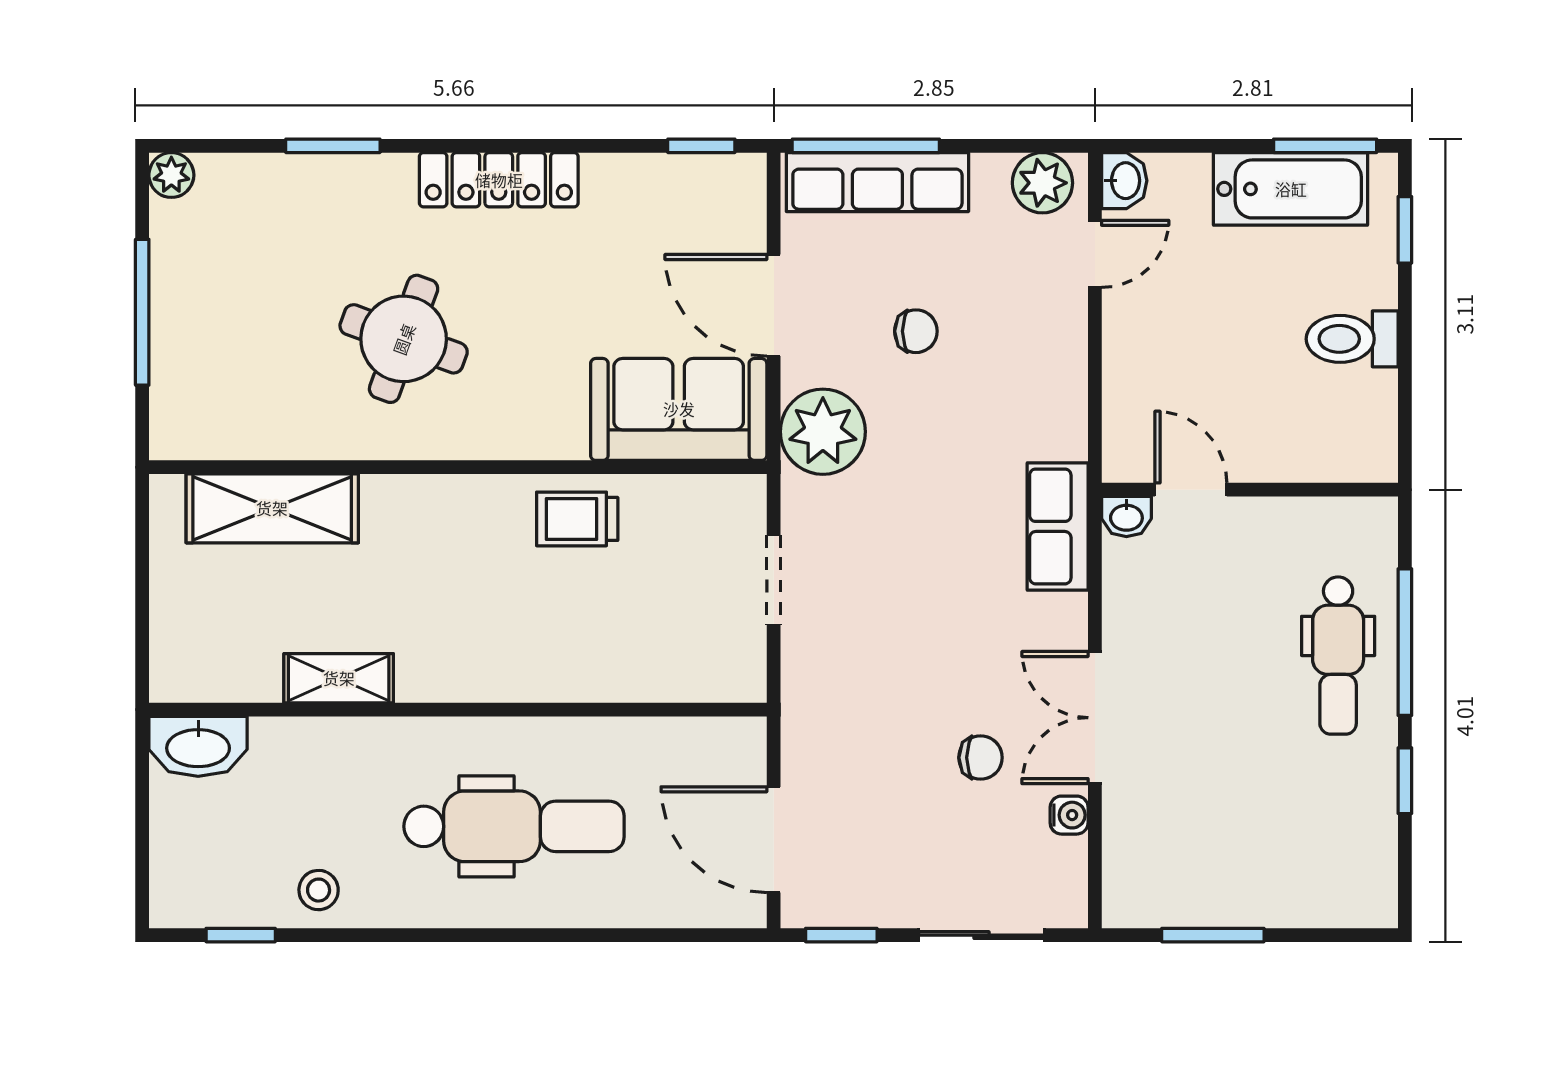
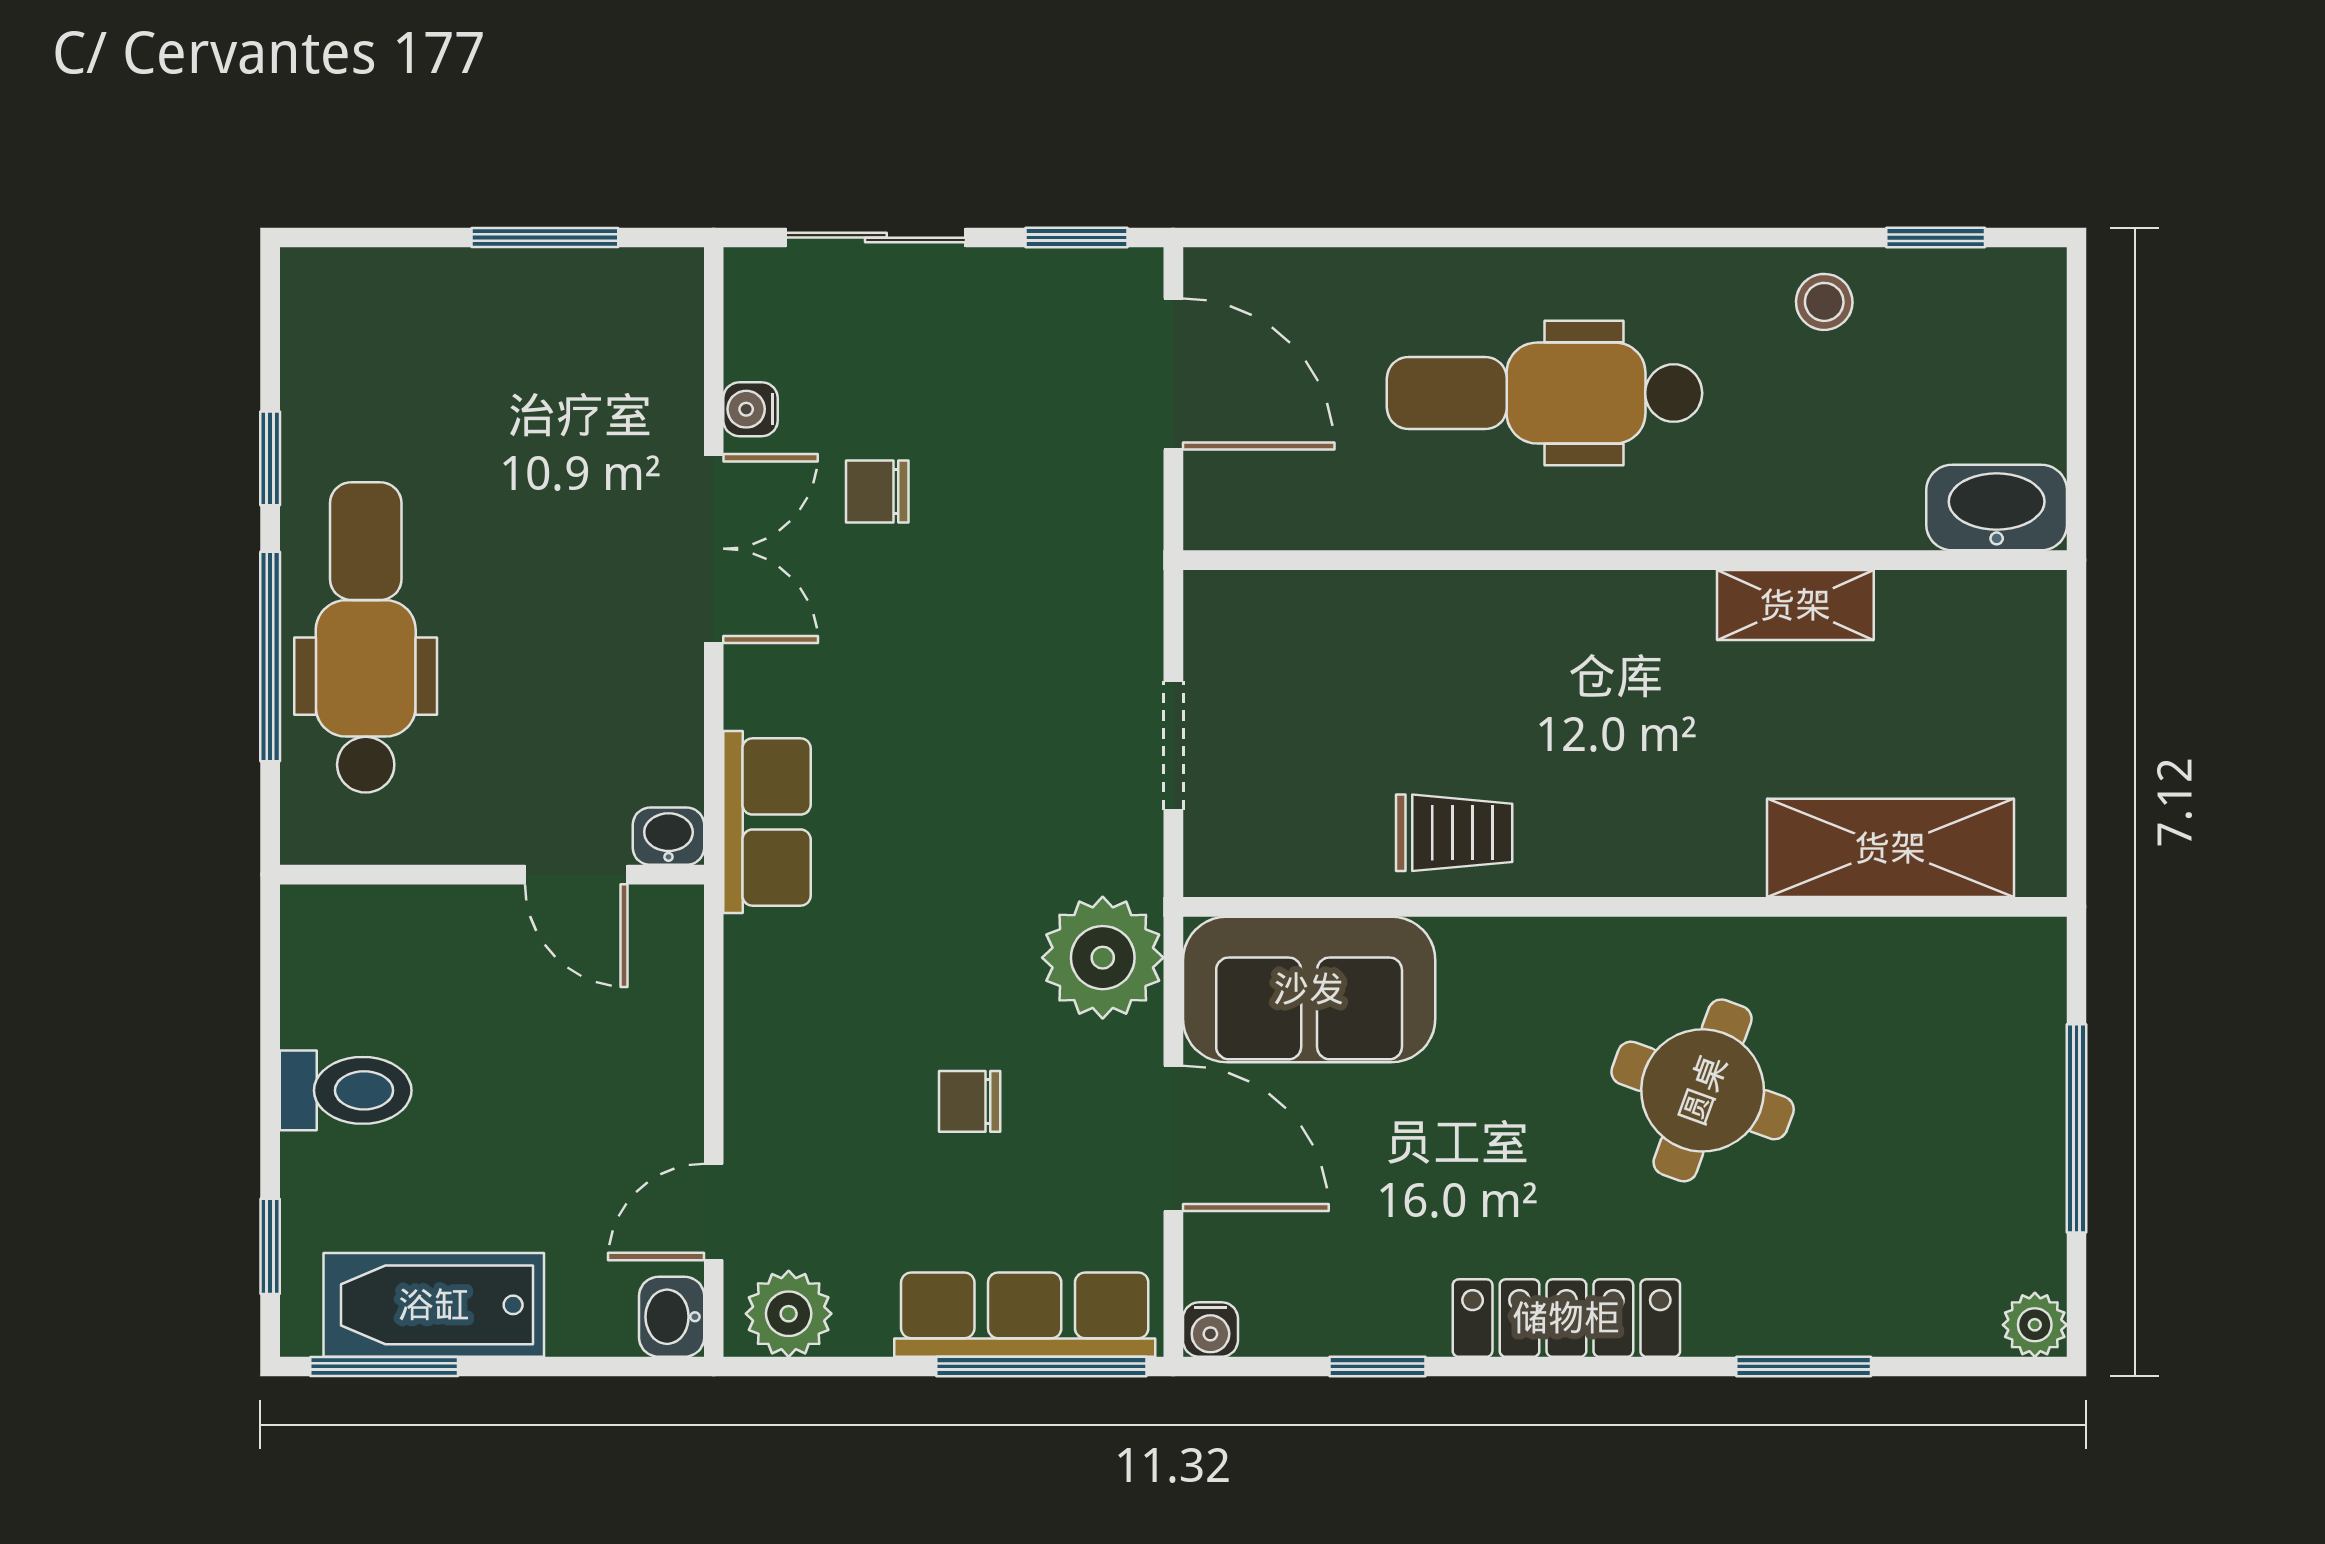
window: (701, 146) -> (1377, 1367), moved
water cooler: (748, 172) -> (1210, 1329), added
dental chair: (1338, 656) -> (366, 637), width x1.36, depth x1.38

